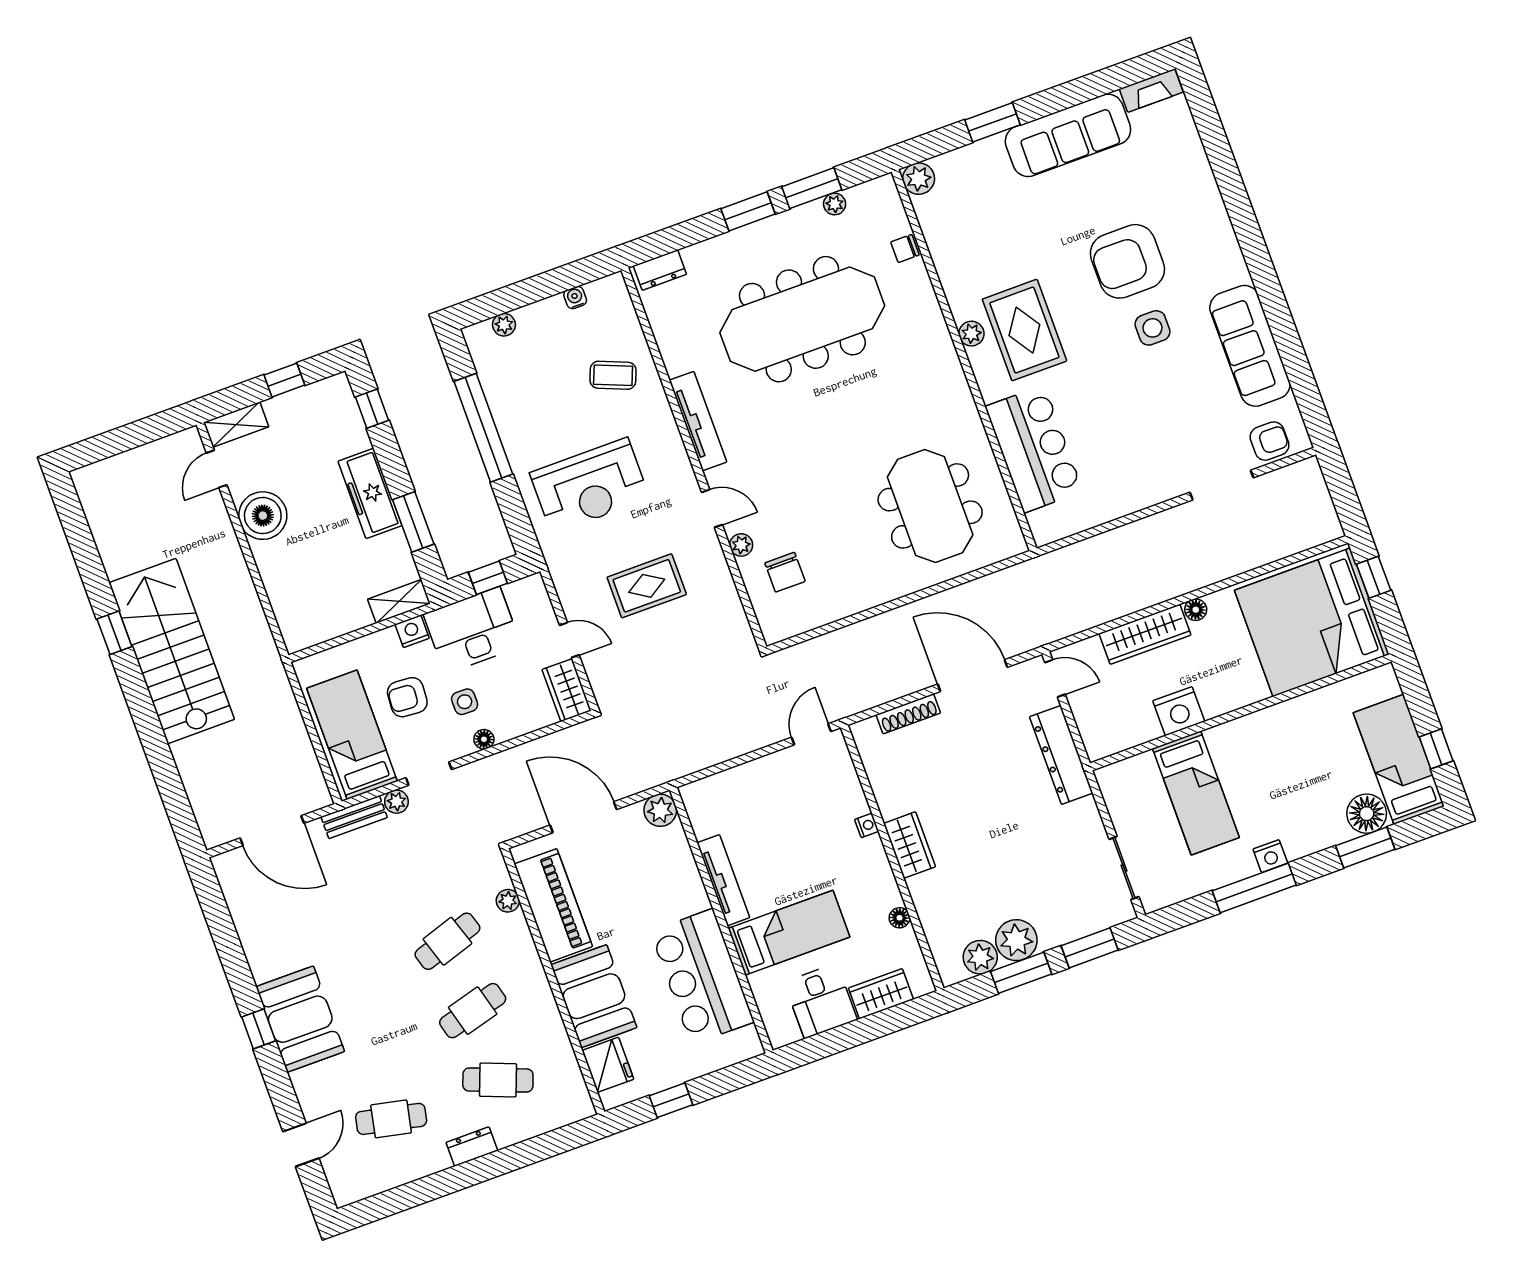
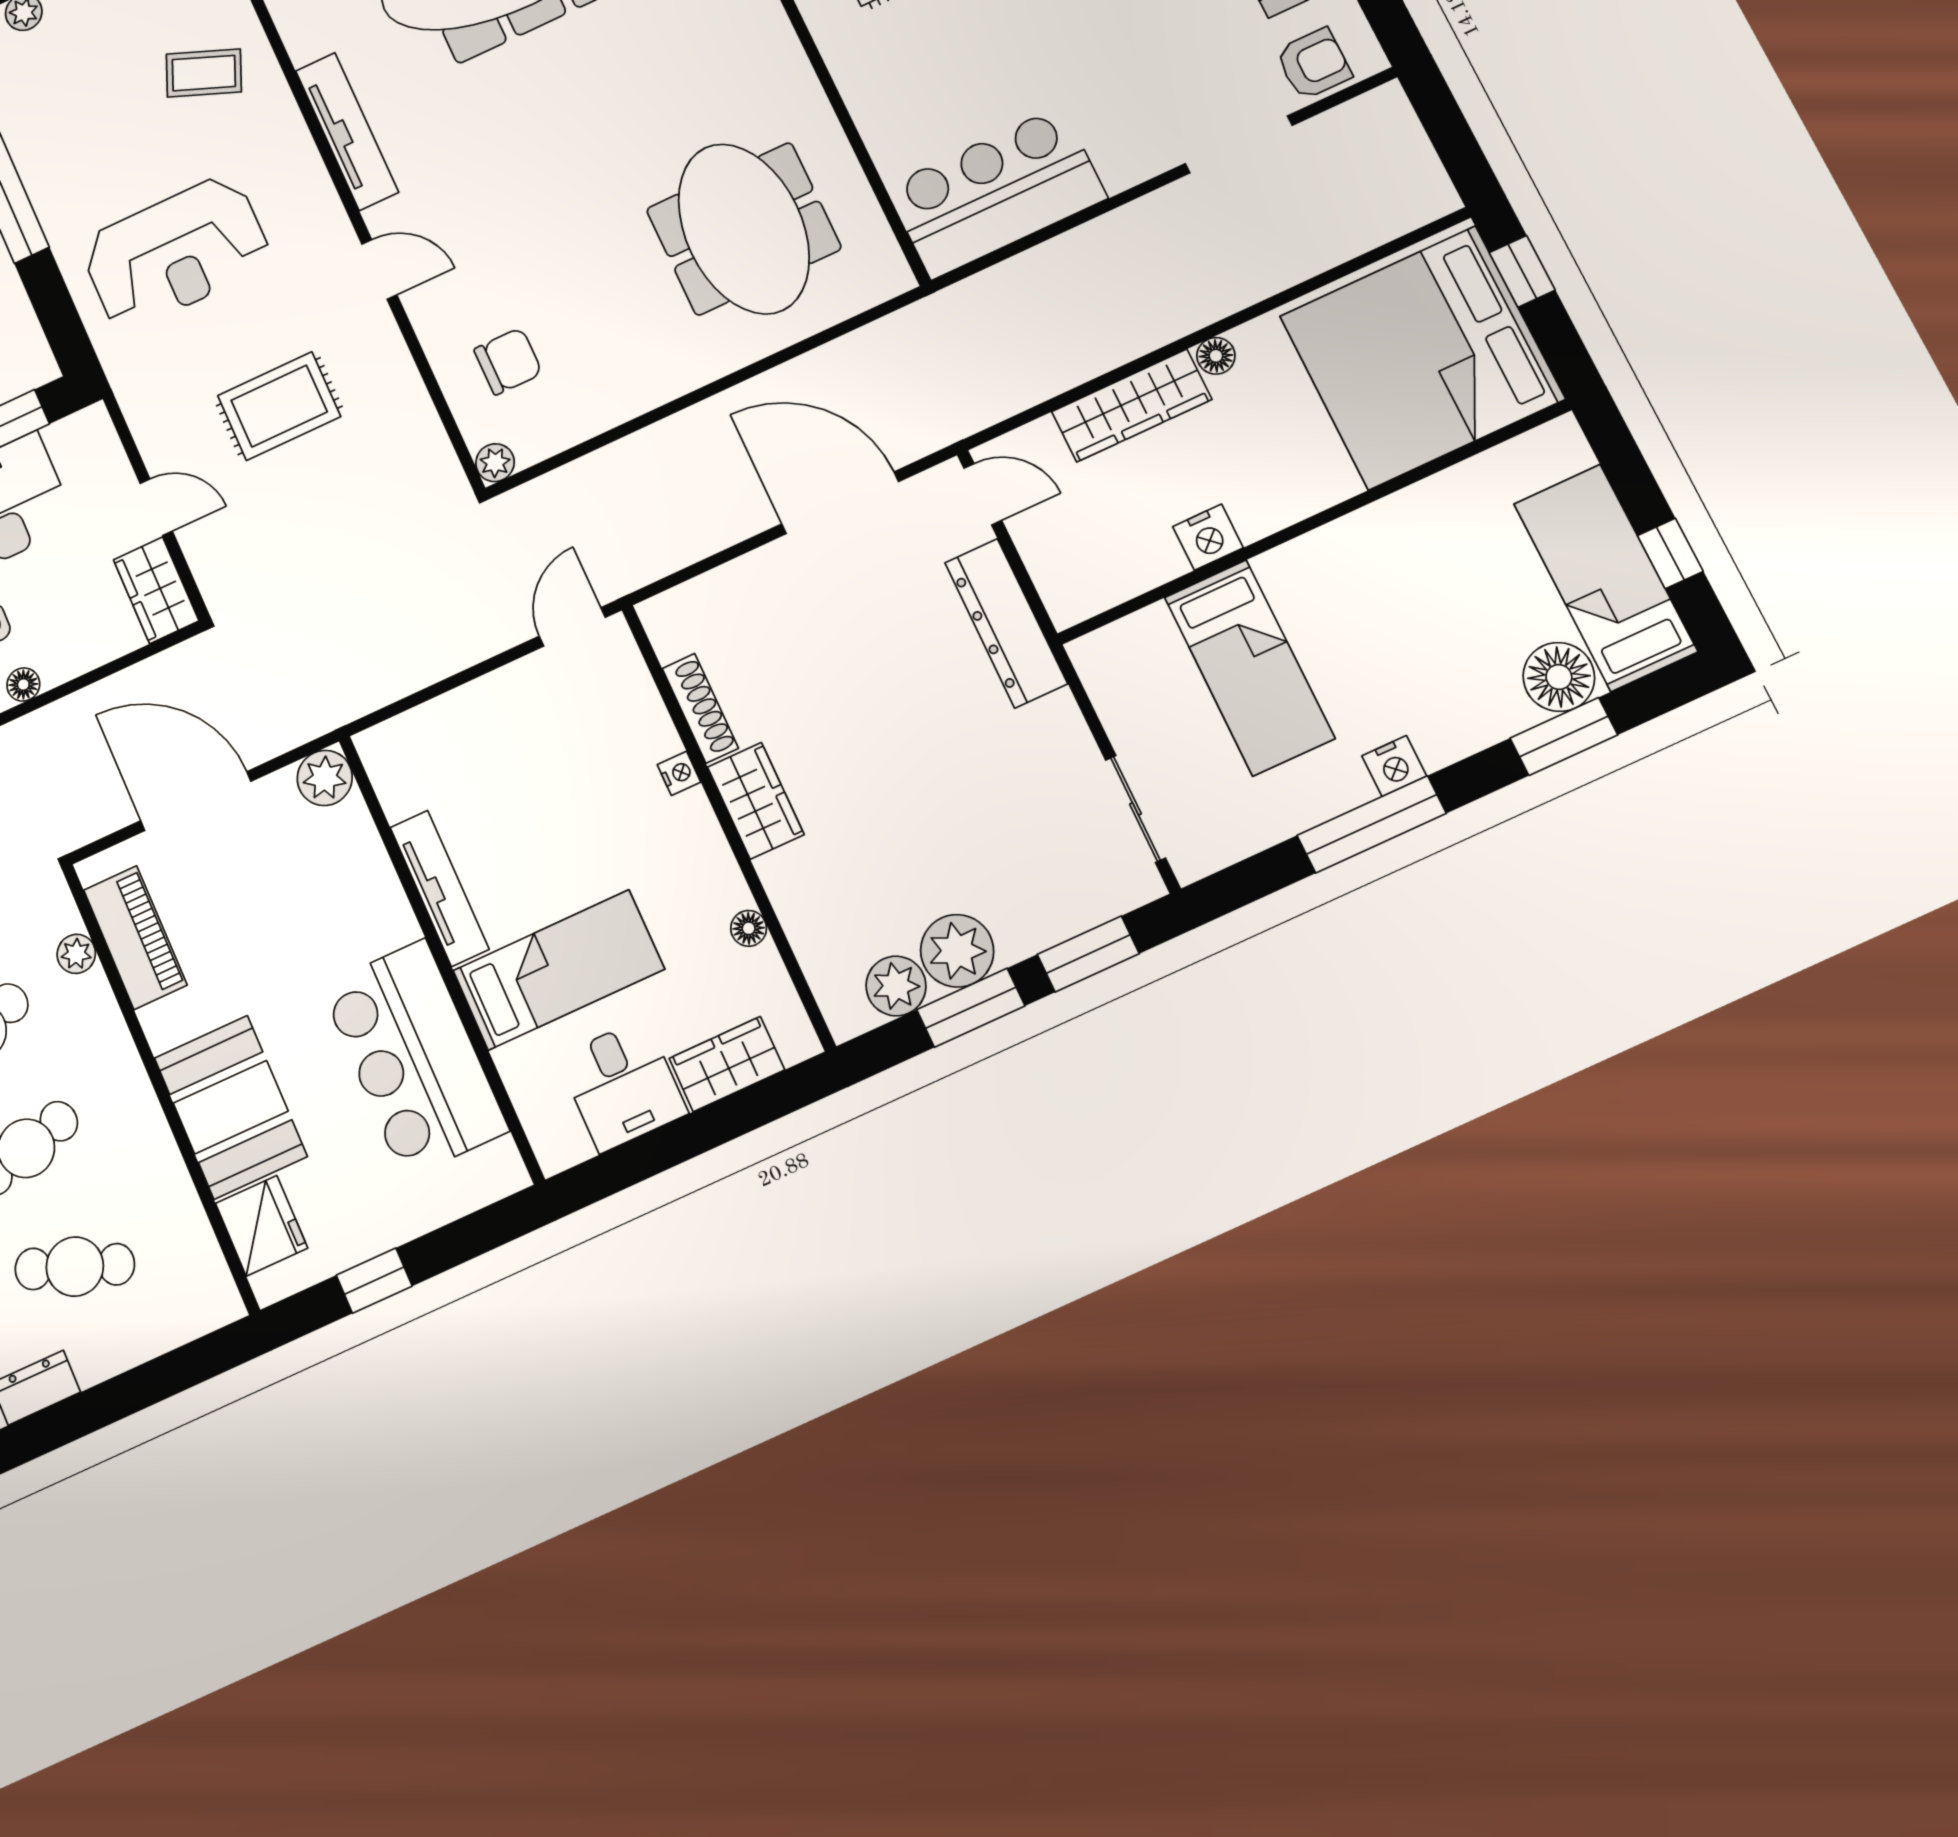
bar counter: (1034, 449) -> (996, 193), moved, turned -90
plant: (741, 545) -> (495, 463), moved
chair: (785, 572) -> (508, 361), turned -90
nightstand: (1179, 711) -> (1208, 537), width x0.74, depth x0.75
shoe rack: (908, 714) -> (700, 708), moved, turned -90
piano: (553, 905) -> (135, 937), width x0.73, depth x0.75

